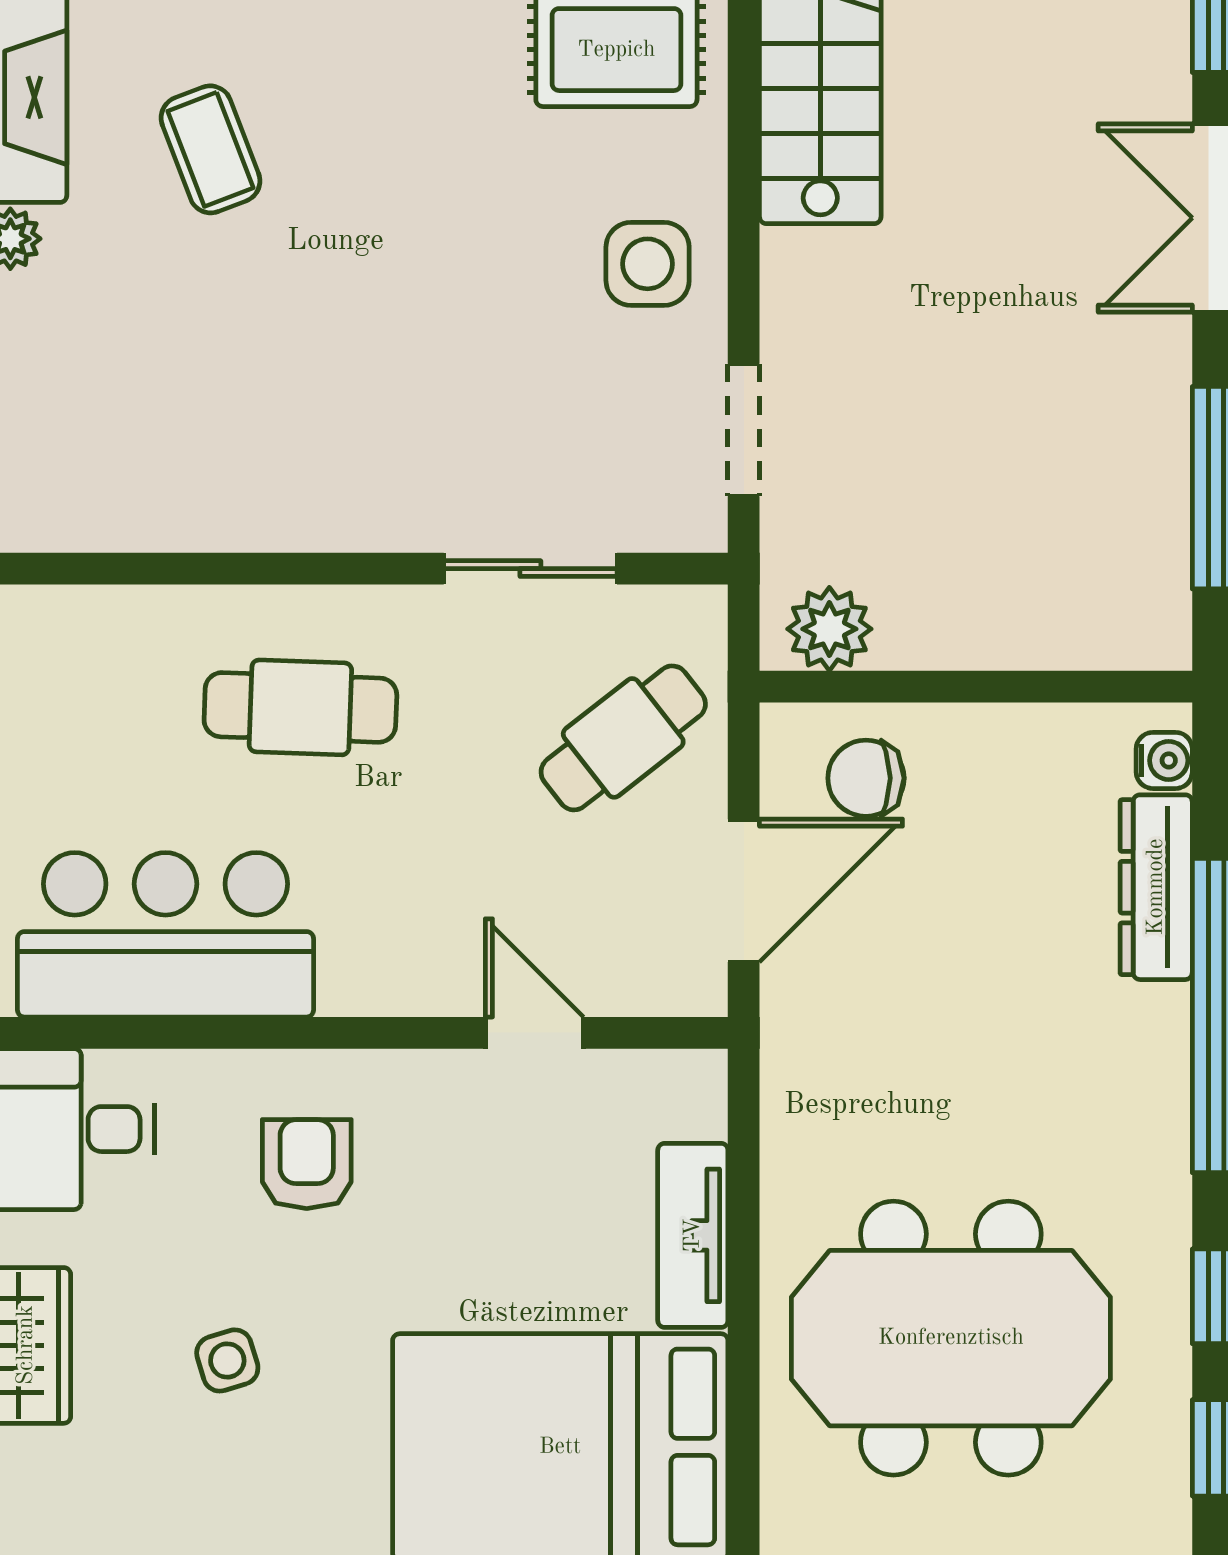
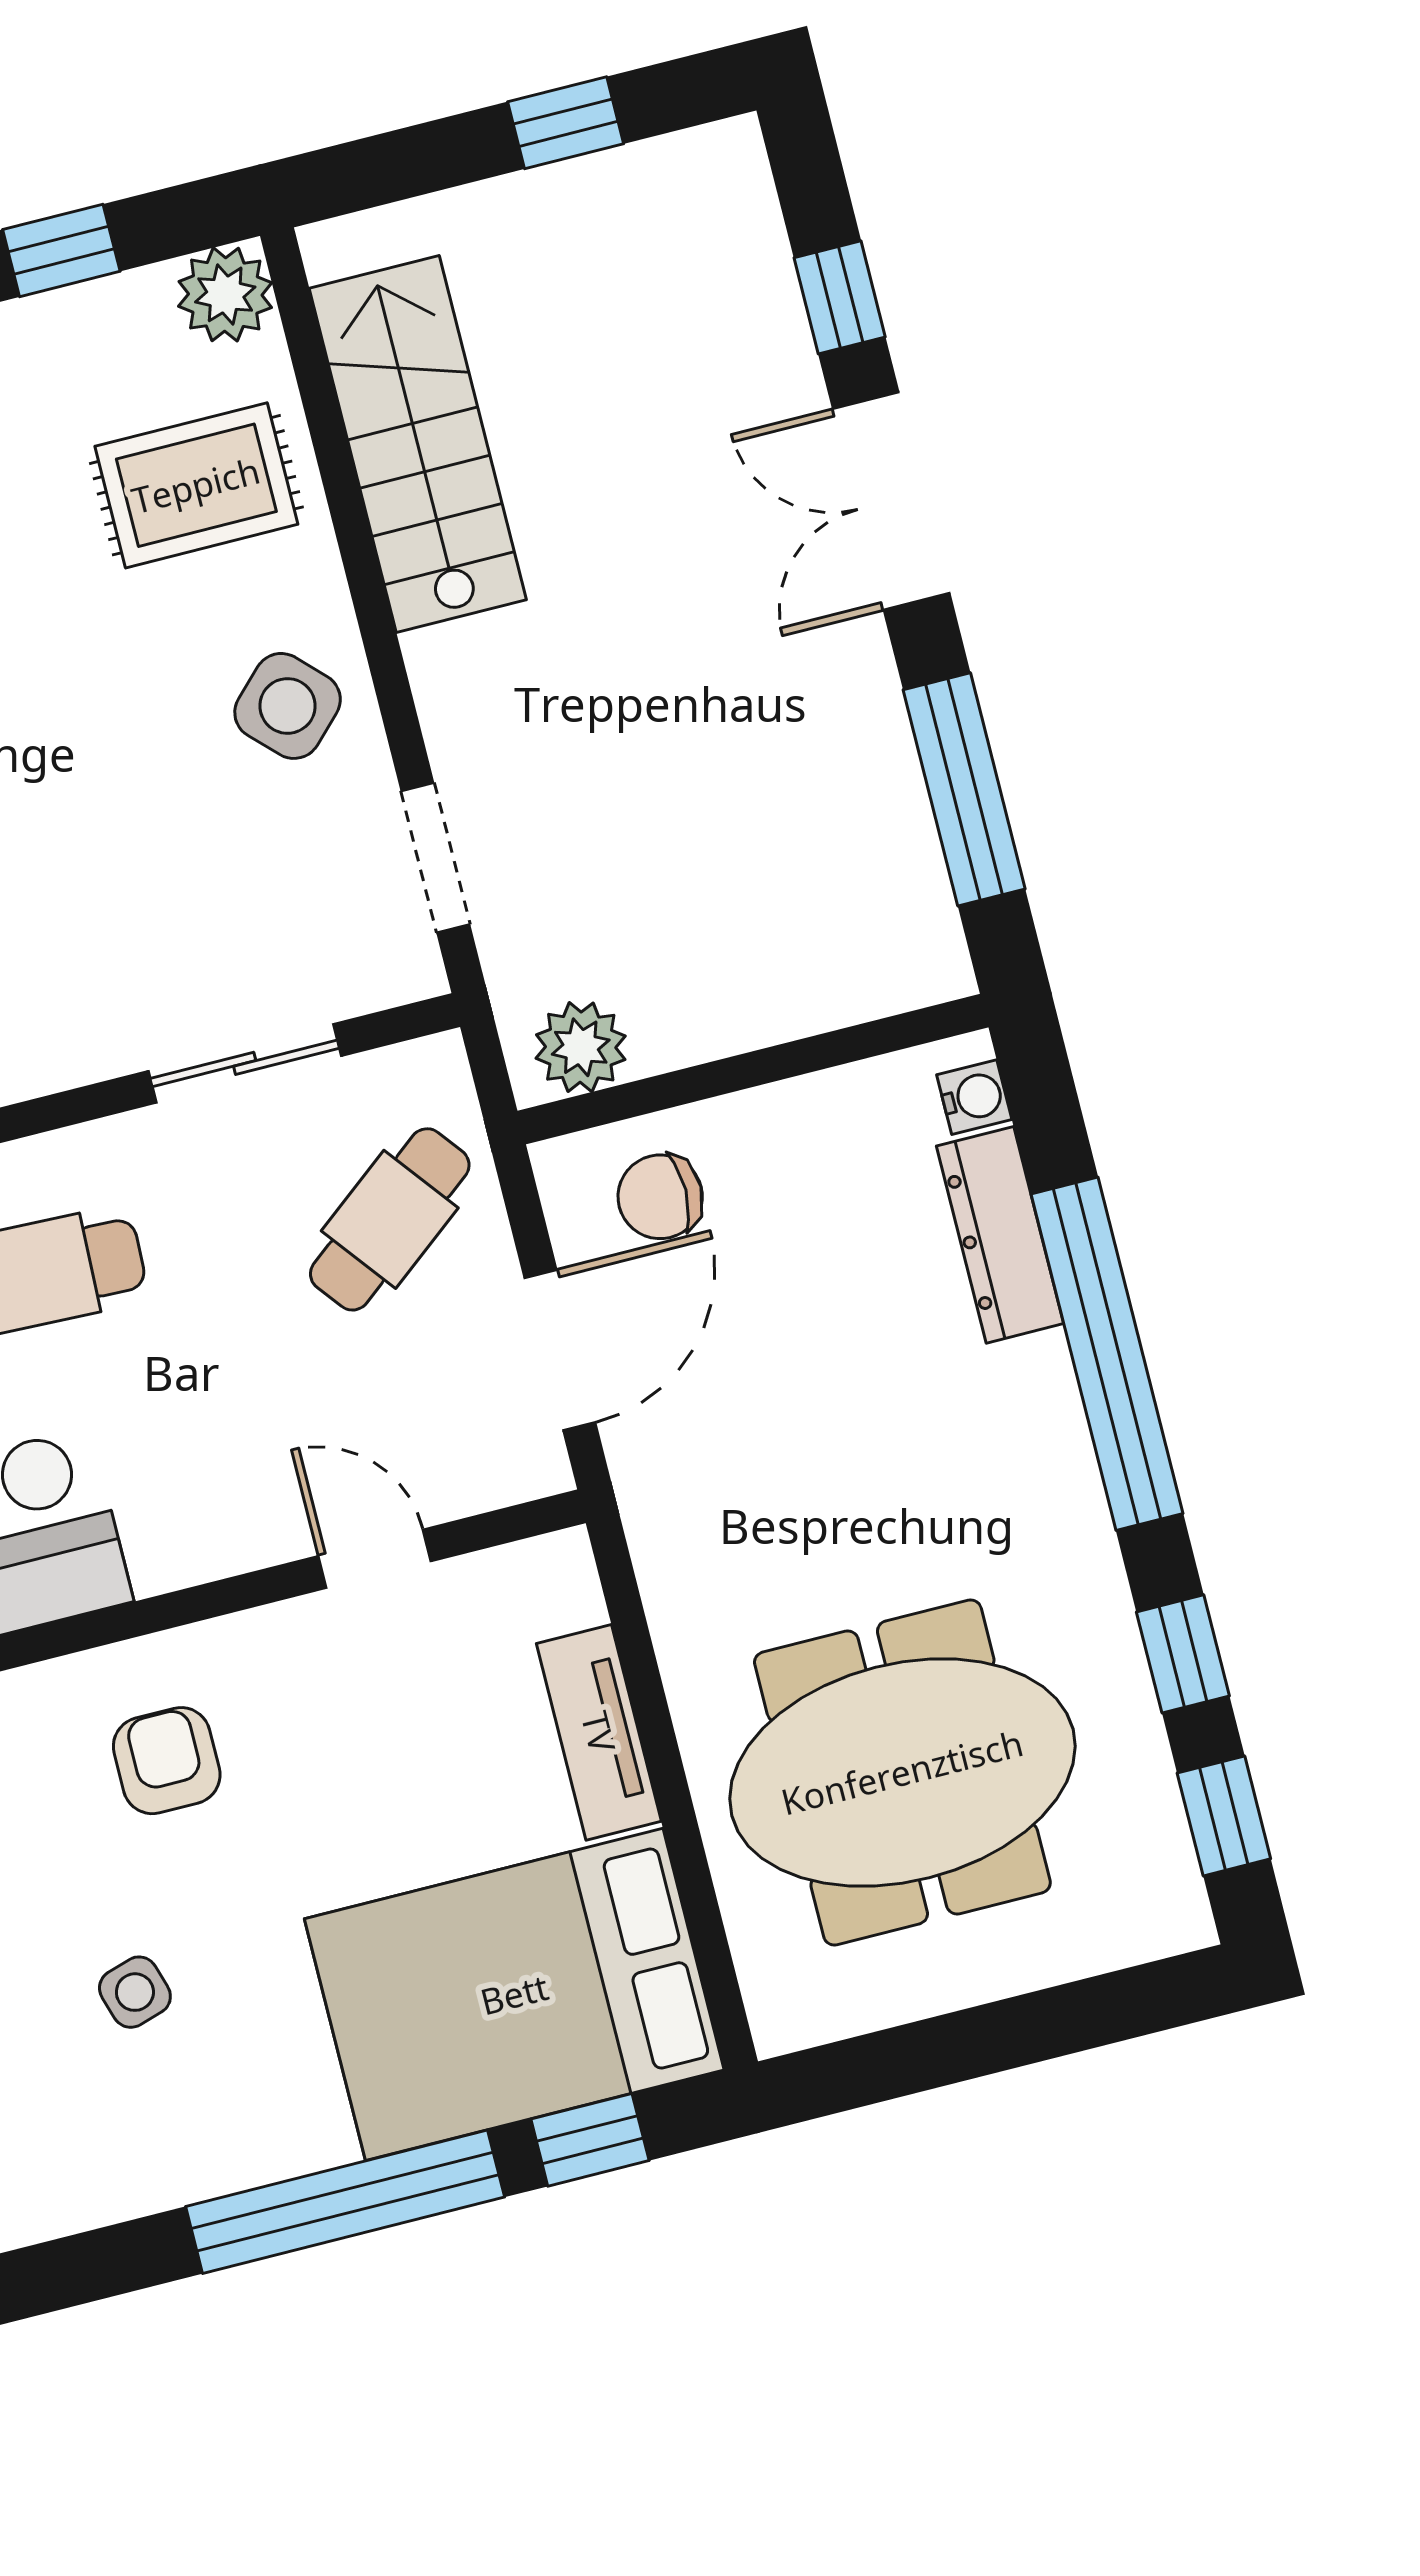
side table: (648, 264) -> (288, 706), turned 45

